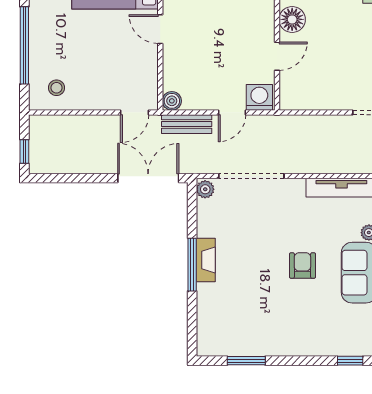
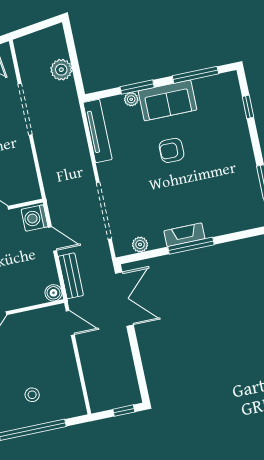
stool: (56, 88) -> (32, 395), moved
double door: (148, 178) -> (124, 299), swing flipped
plant: (205, 189) -> (140, 245), moved
window: (350, 361) -> (248, 107), moved

